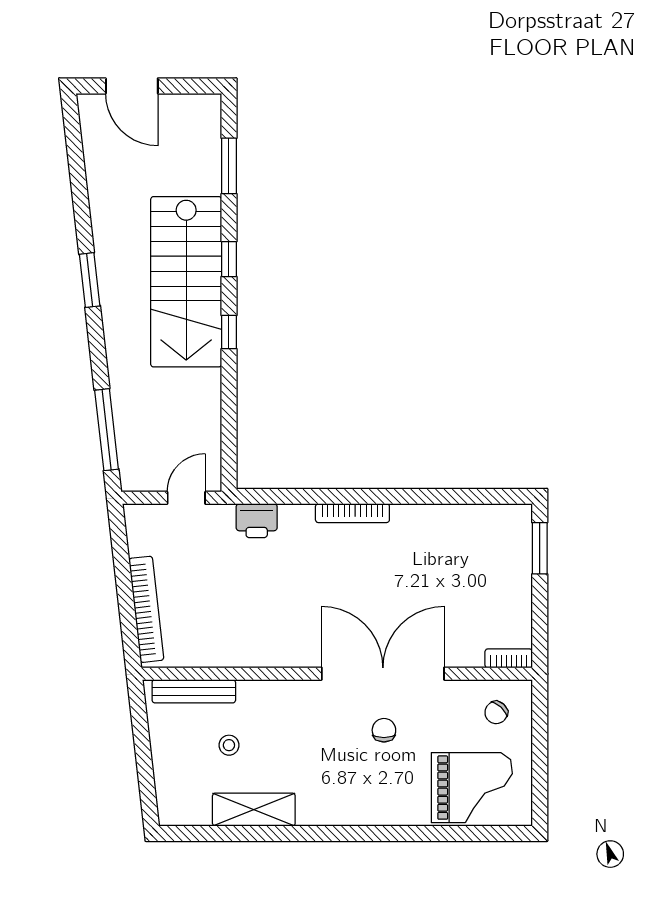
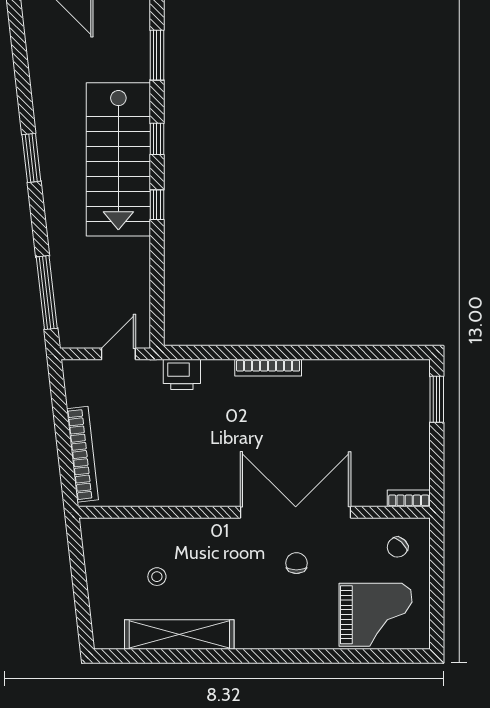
bench: (194, 691) -> (125, 528), removed
shelving: (254, 810) -> (179, 635), width x1.47

